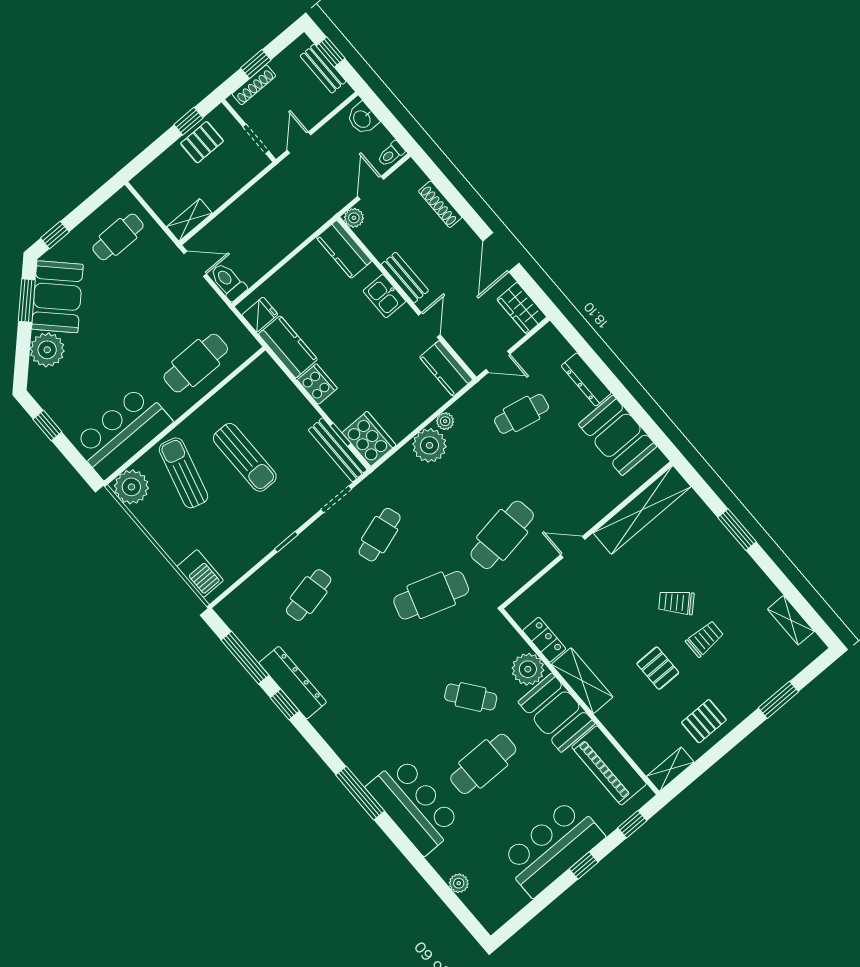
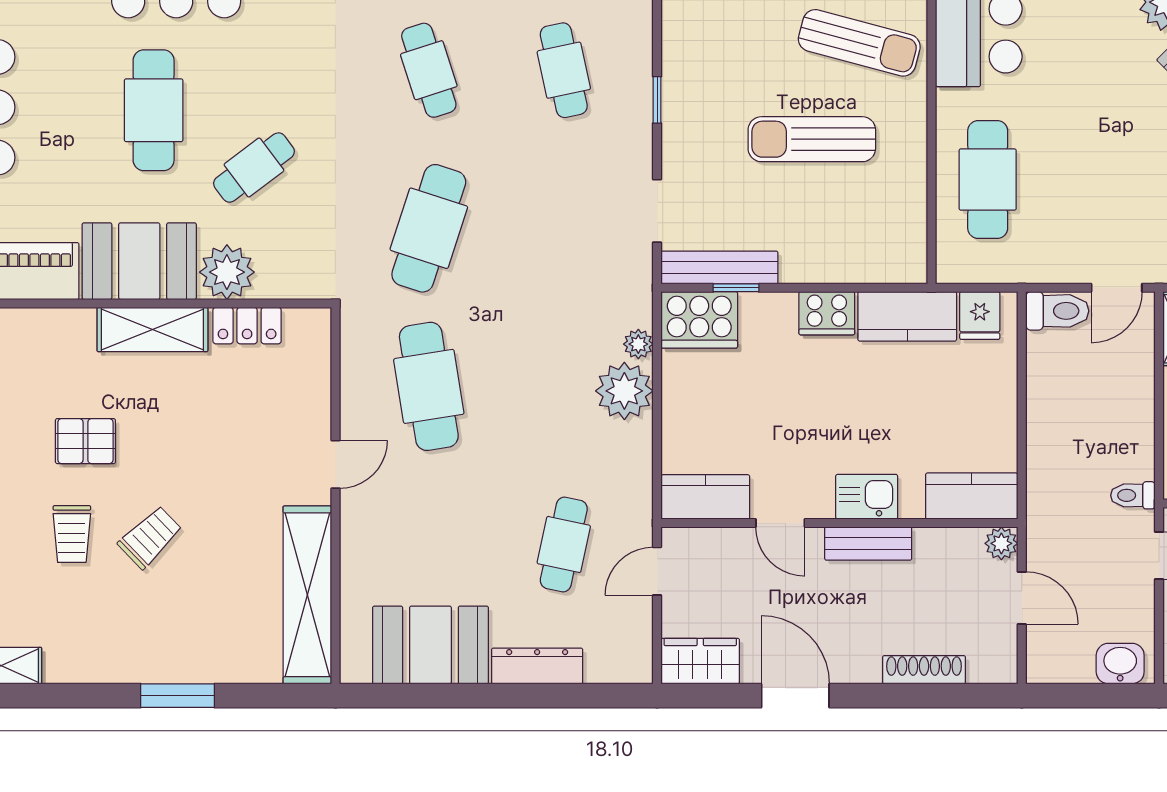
toilet: (391, 154) -> (1133, 495), moved, turned -90
plant: (445, 421) -> (638, 344), moved
cafe table: (380, 535) -> (429, 70), moved

